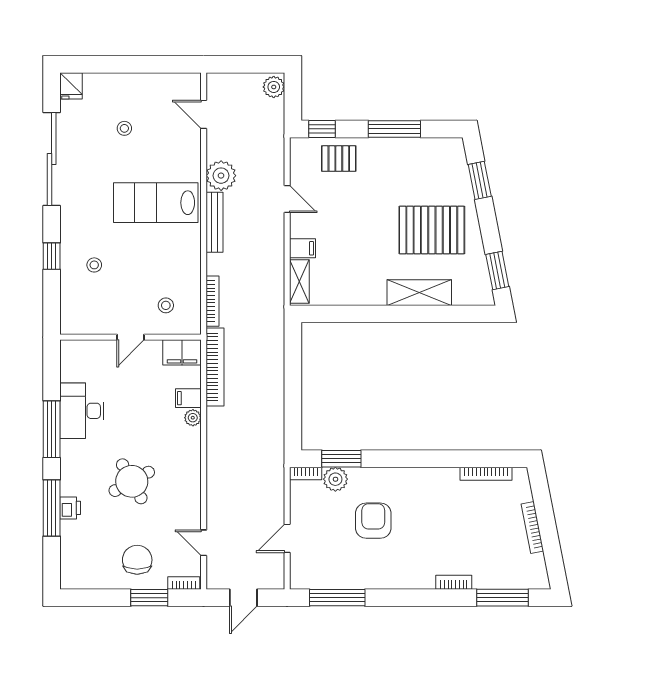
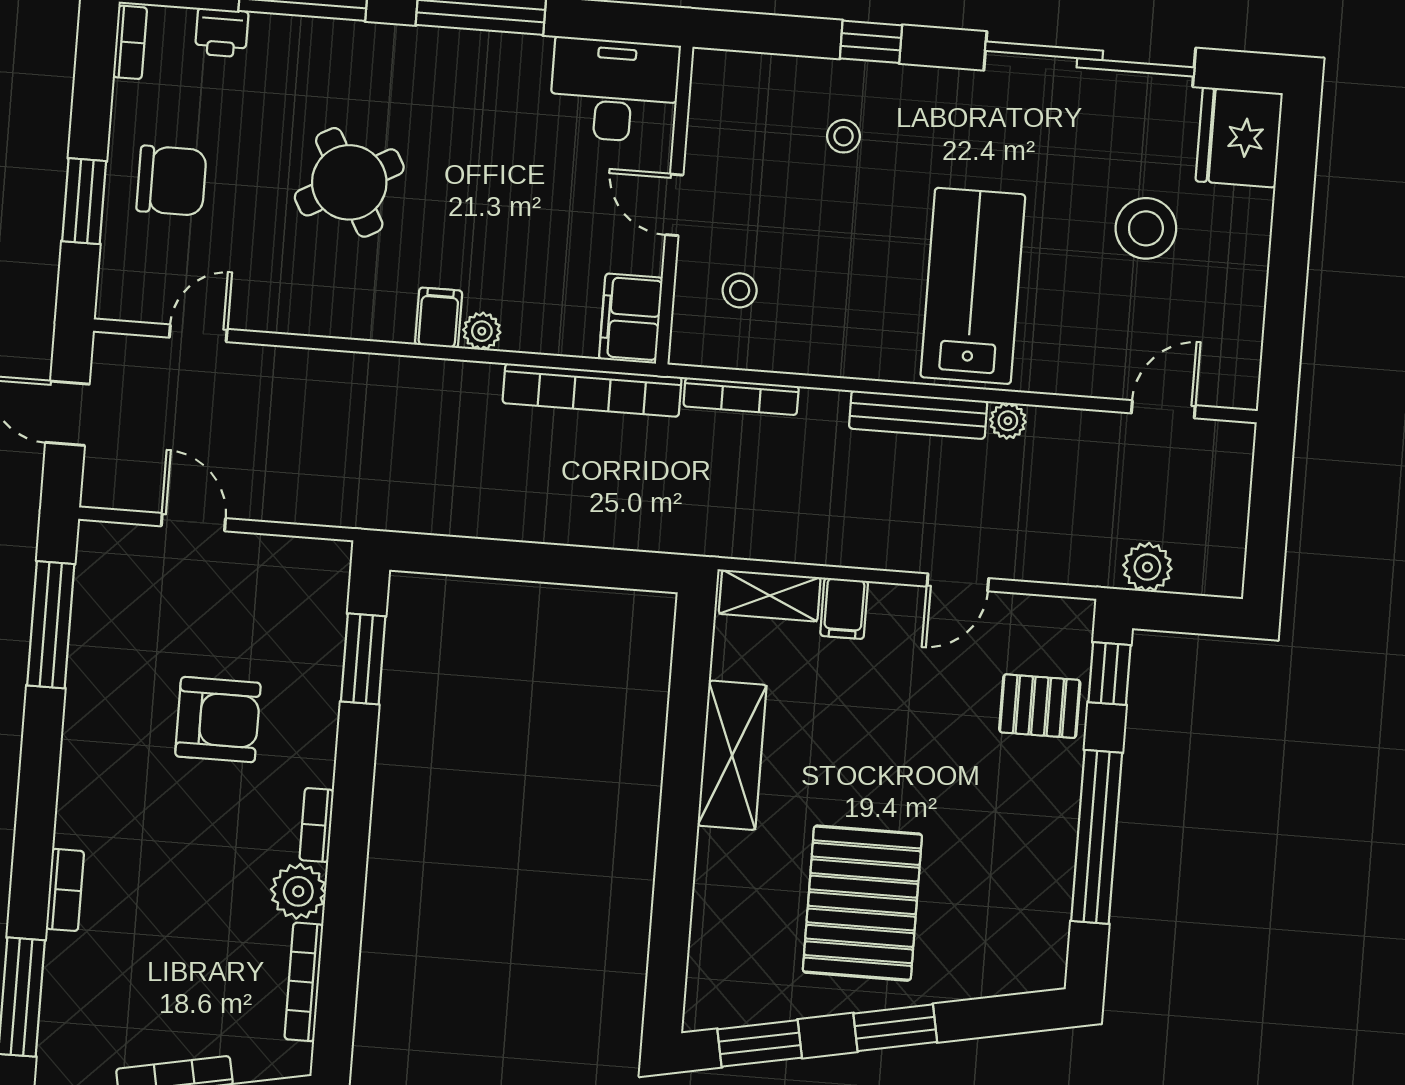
fridge: (71, 86) -> (1239, 137), width x1.88, depth x1.34
plant: (274, 87) -> (1147, 567), moved
stool: (124, 128) -> (1146, 228), width x1.89, depth x1.89
window: (394, 129) -> (1097, 837), width x1.46
pallet: (339, 159) -> (1040, 706), turned 90
plant: (221, 176) -> (1008, 421), width x0.53, depth x0.53
window: (480, 180) -> (895, 1028), moved
shelving: (419, 293) -> (732, 755), moved
filing cabinet: (188, 398) -> (439, 318), moved
desk: (82, 411) -> (614, 90), moved
bookcase: (306, 473) -> (317, 825), moved
plant: (335, 479) -> (298, 891), moved
printer: (70, 508) -> (222, 33), moved
bookcase: (184, 583) -> (130, 42), moved

